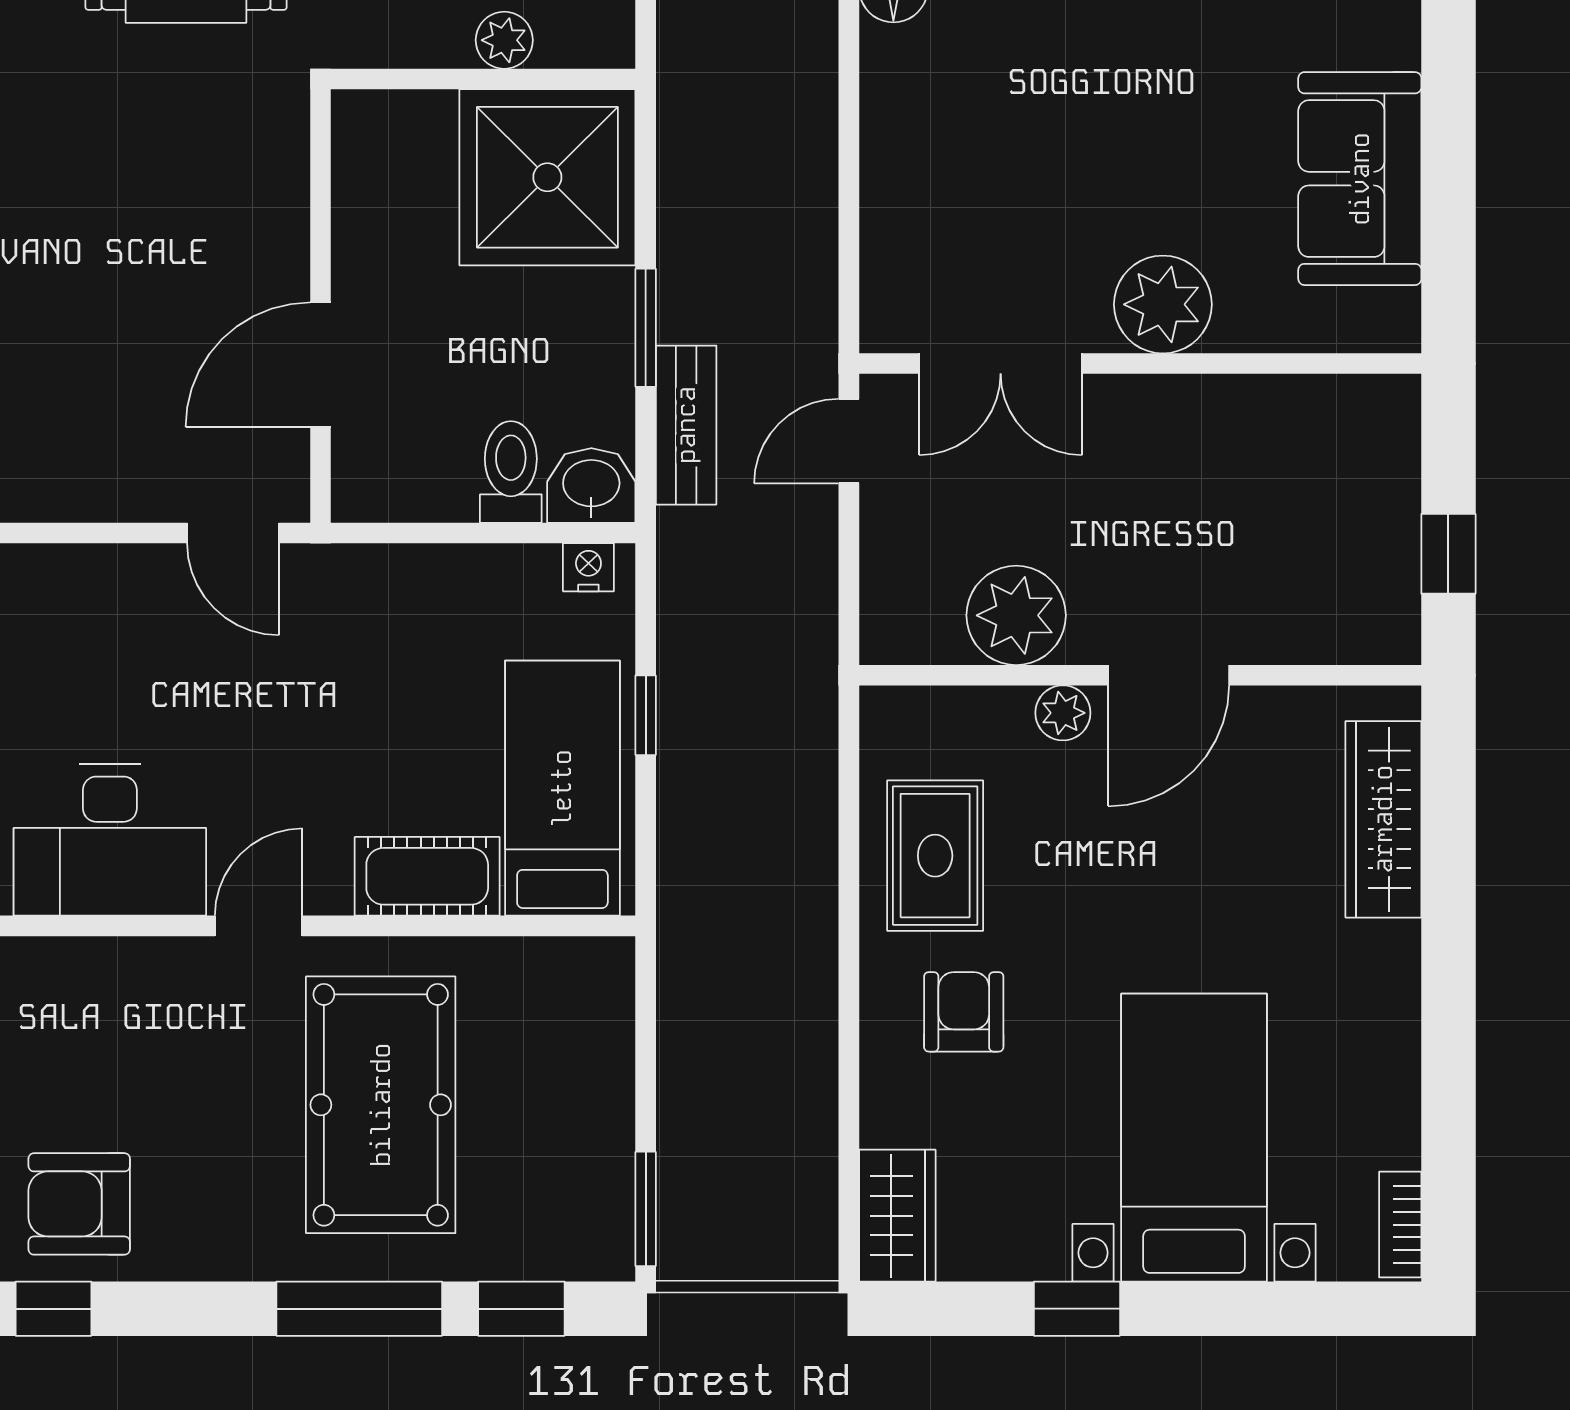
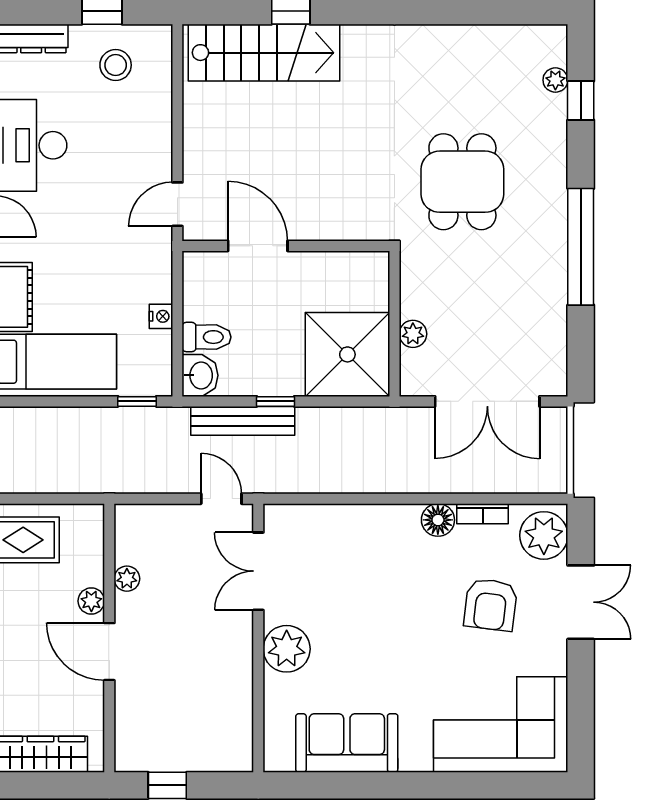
window: (646, 328) -> (275, 401), width x0.67
bench: (686, 425) -> (243, 421), width x1.36
nightstand: (588, 567) -> (161, 316), moved
plant: (1016, 615) -> (127, 579), width x0.53, depth x0.53
window: (646, 715) -> (137, 401), moved

